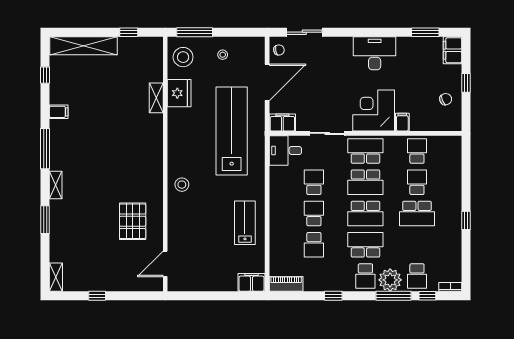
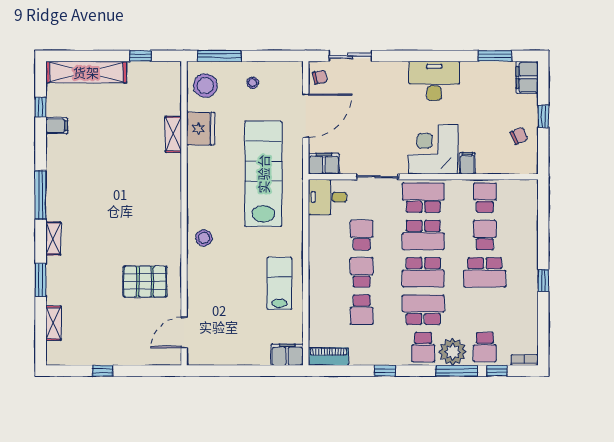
filing cabinet: (59, 112) -> (57, 126), moved
pallet: (133, 221) -> (145, 282), turned 90
shelving: (56, 277) -> (53, 323), moved

